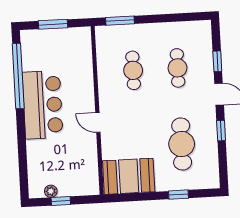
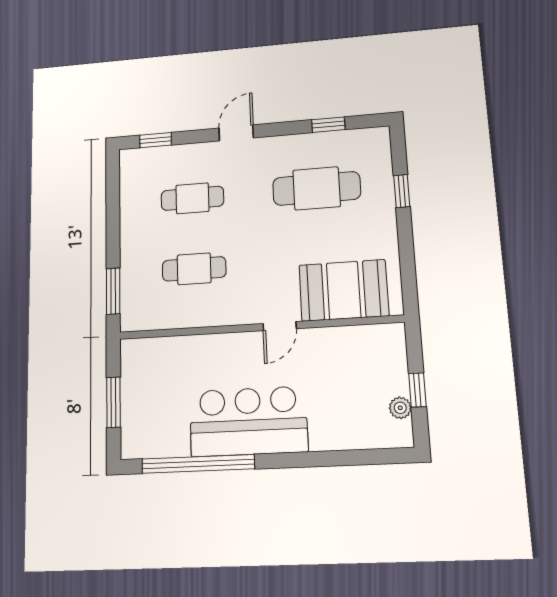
window: (217, 61) -> (156, 140), moved
window: (221, 131) -> (328, 125), moved
booth: (129, 176) -> (344, 290), moved, turned 90

